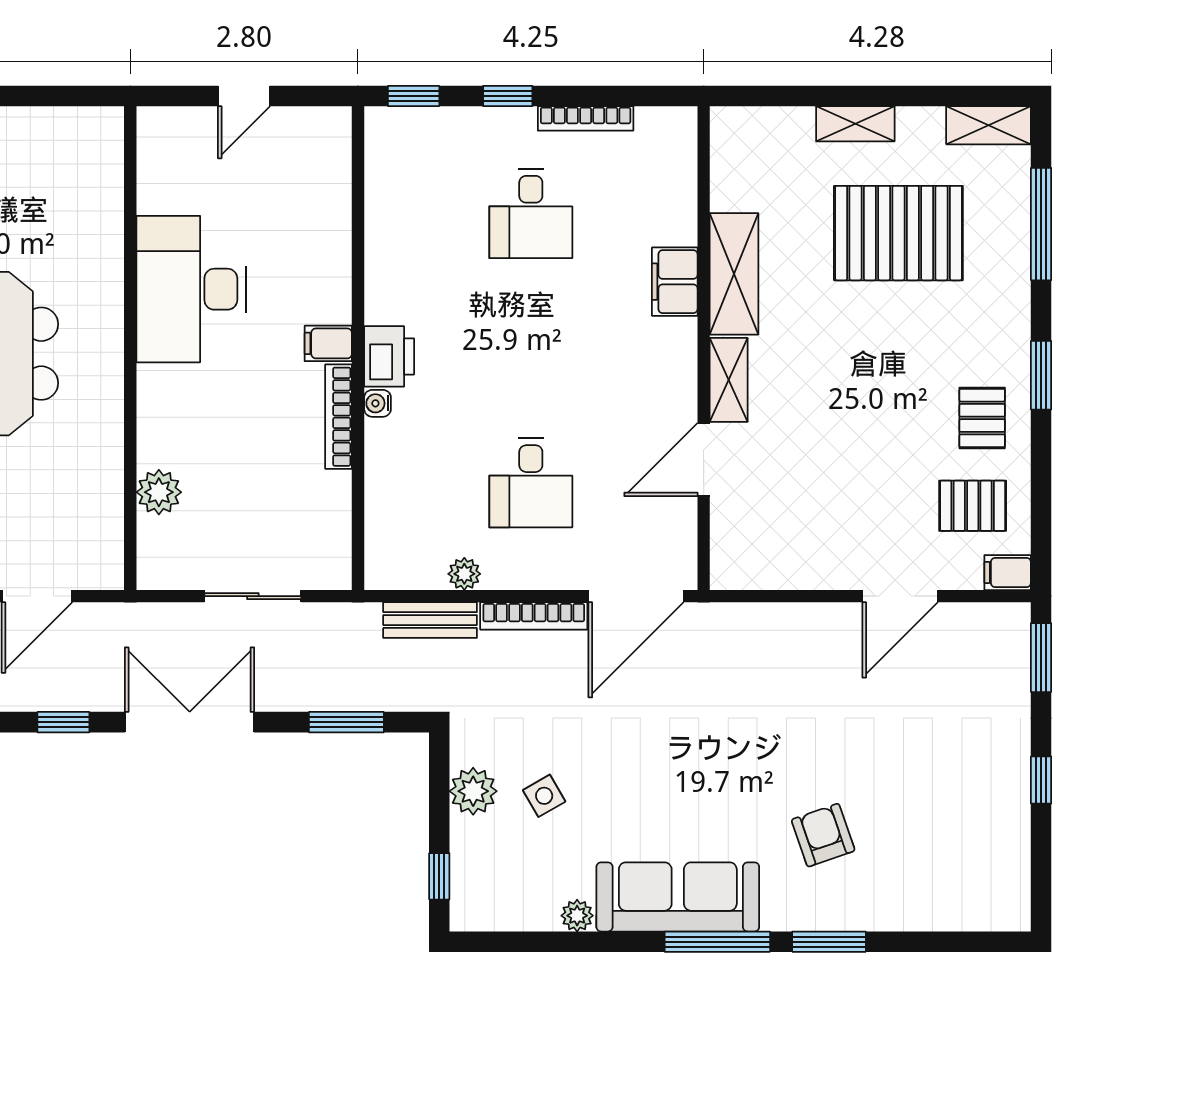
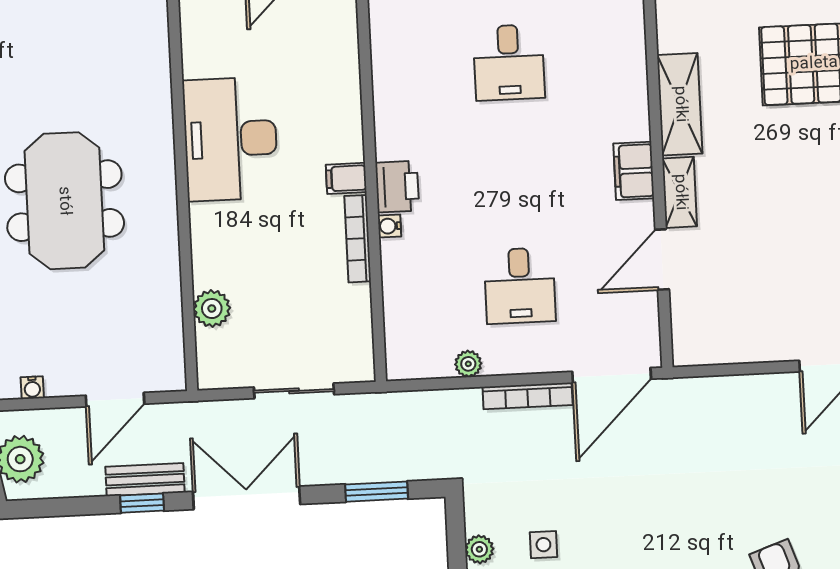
filing cabinet: (675, 282) -> (634, 171), moved
bench: (430, 620) -> (145, 480), moved
plant: (473, 791) -> (479, 549), width x0.73, depth x0.73
side table: (544, 796) -> (543, 545), turned 30

